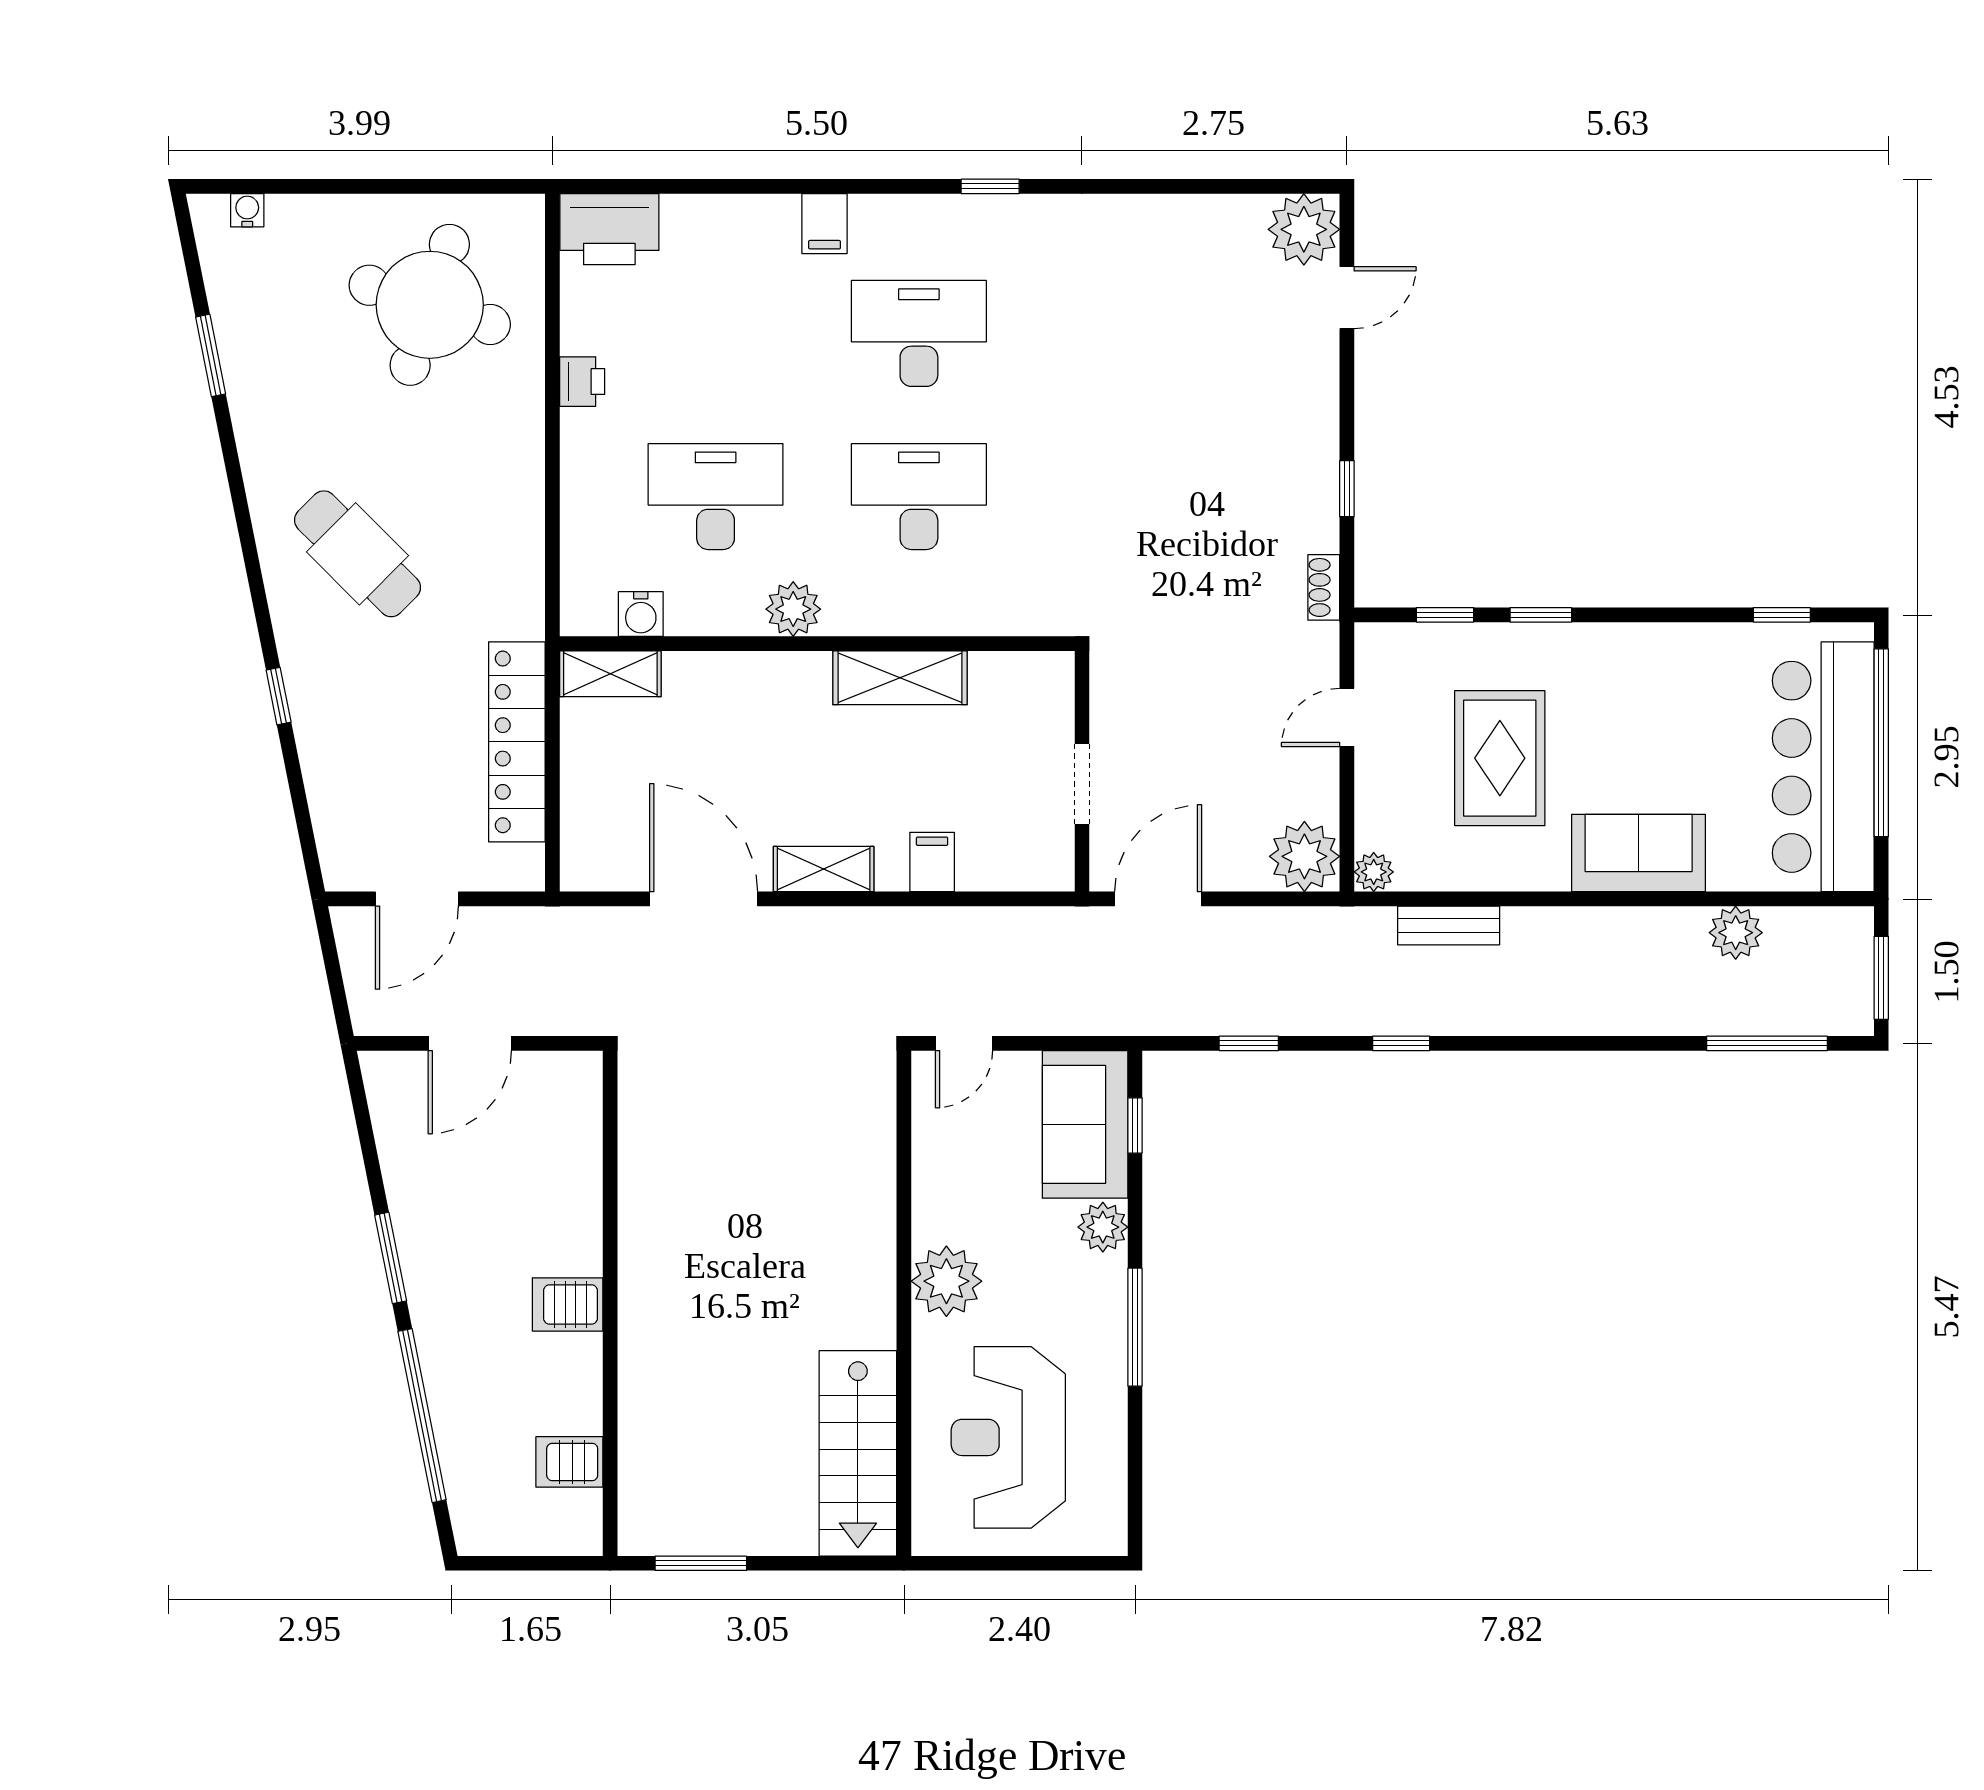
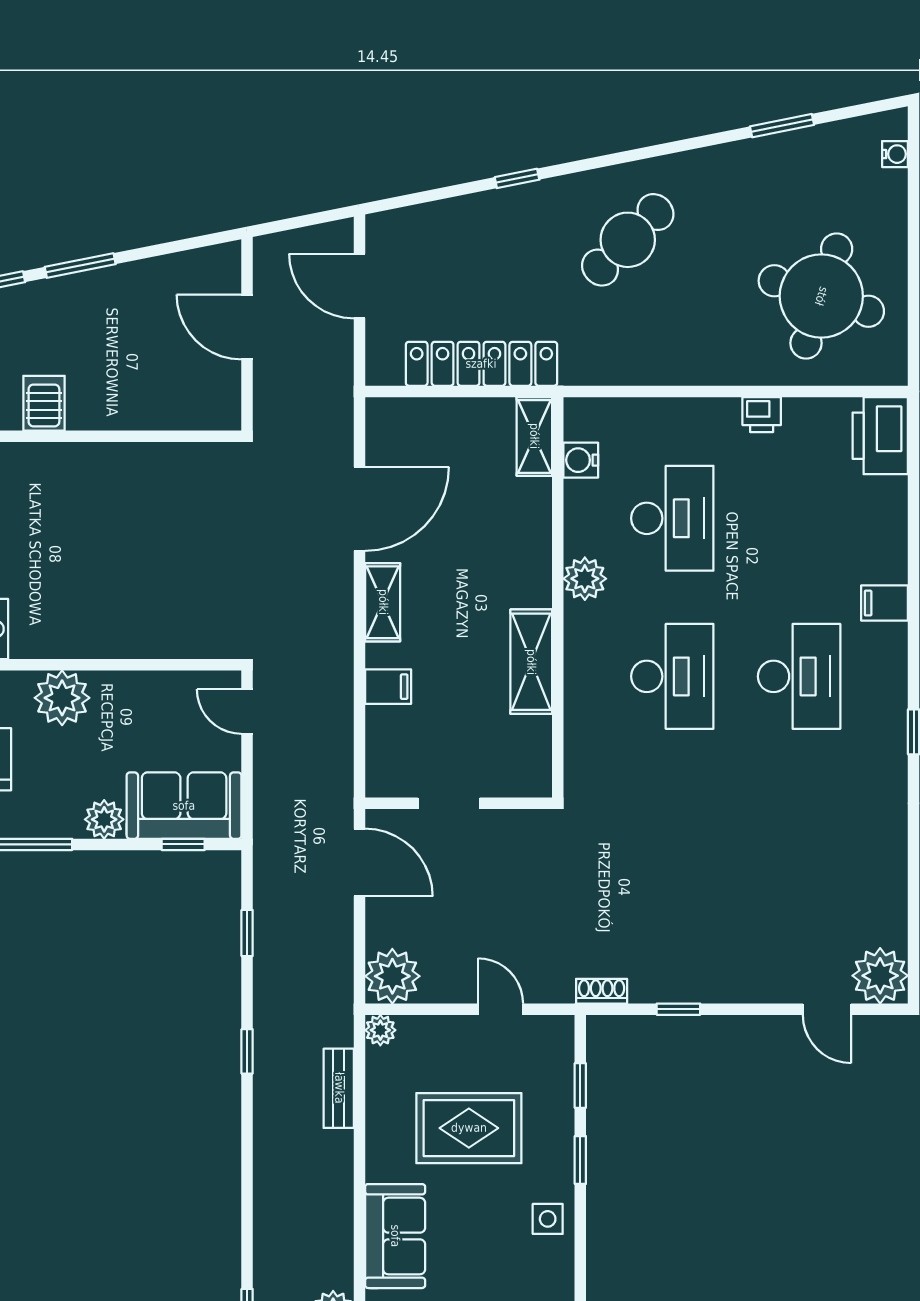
side table: (1617, 657) -> (548, 1219), added

